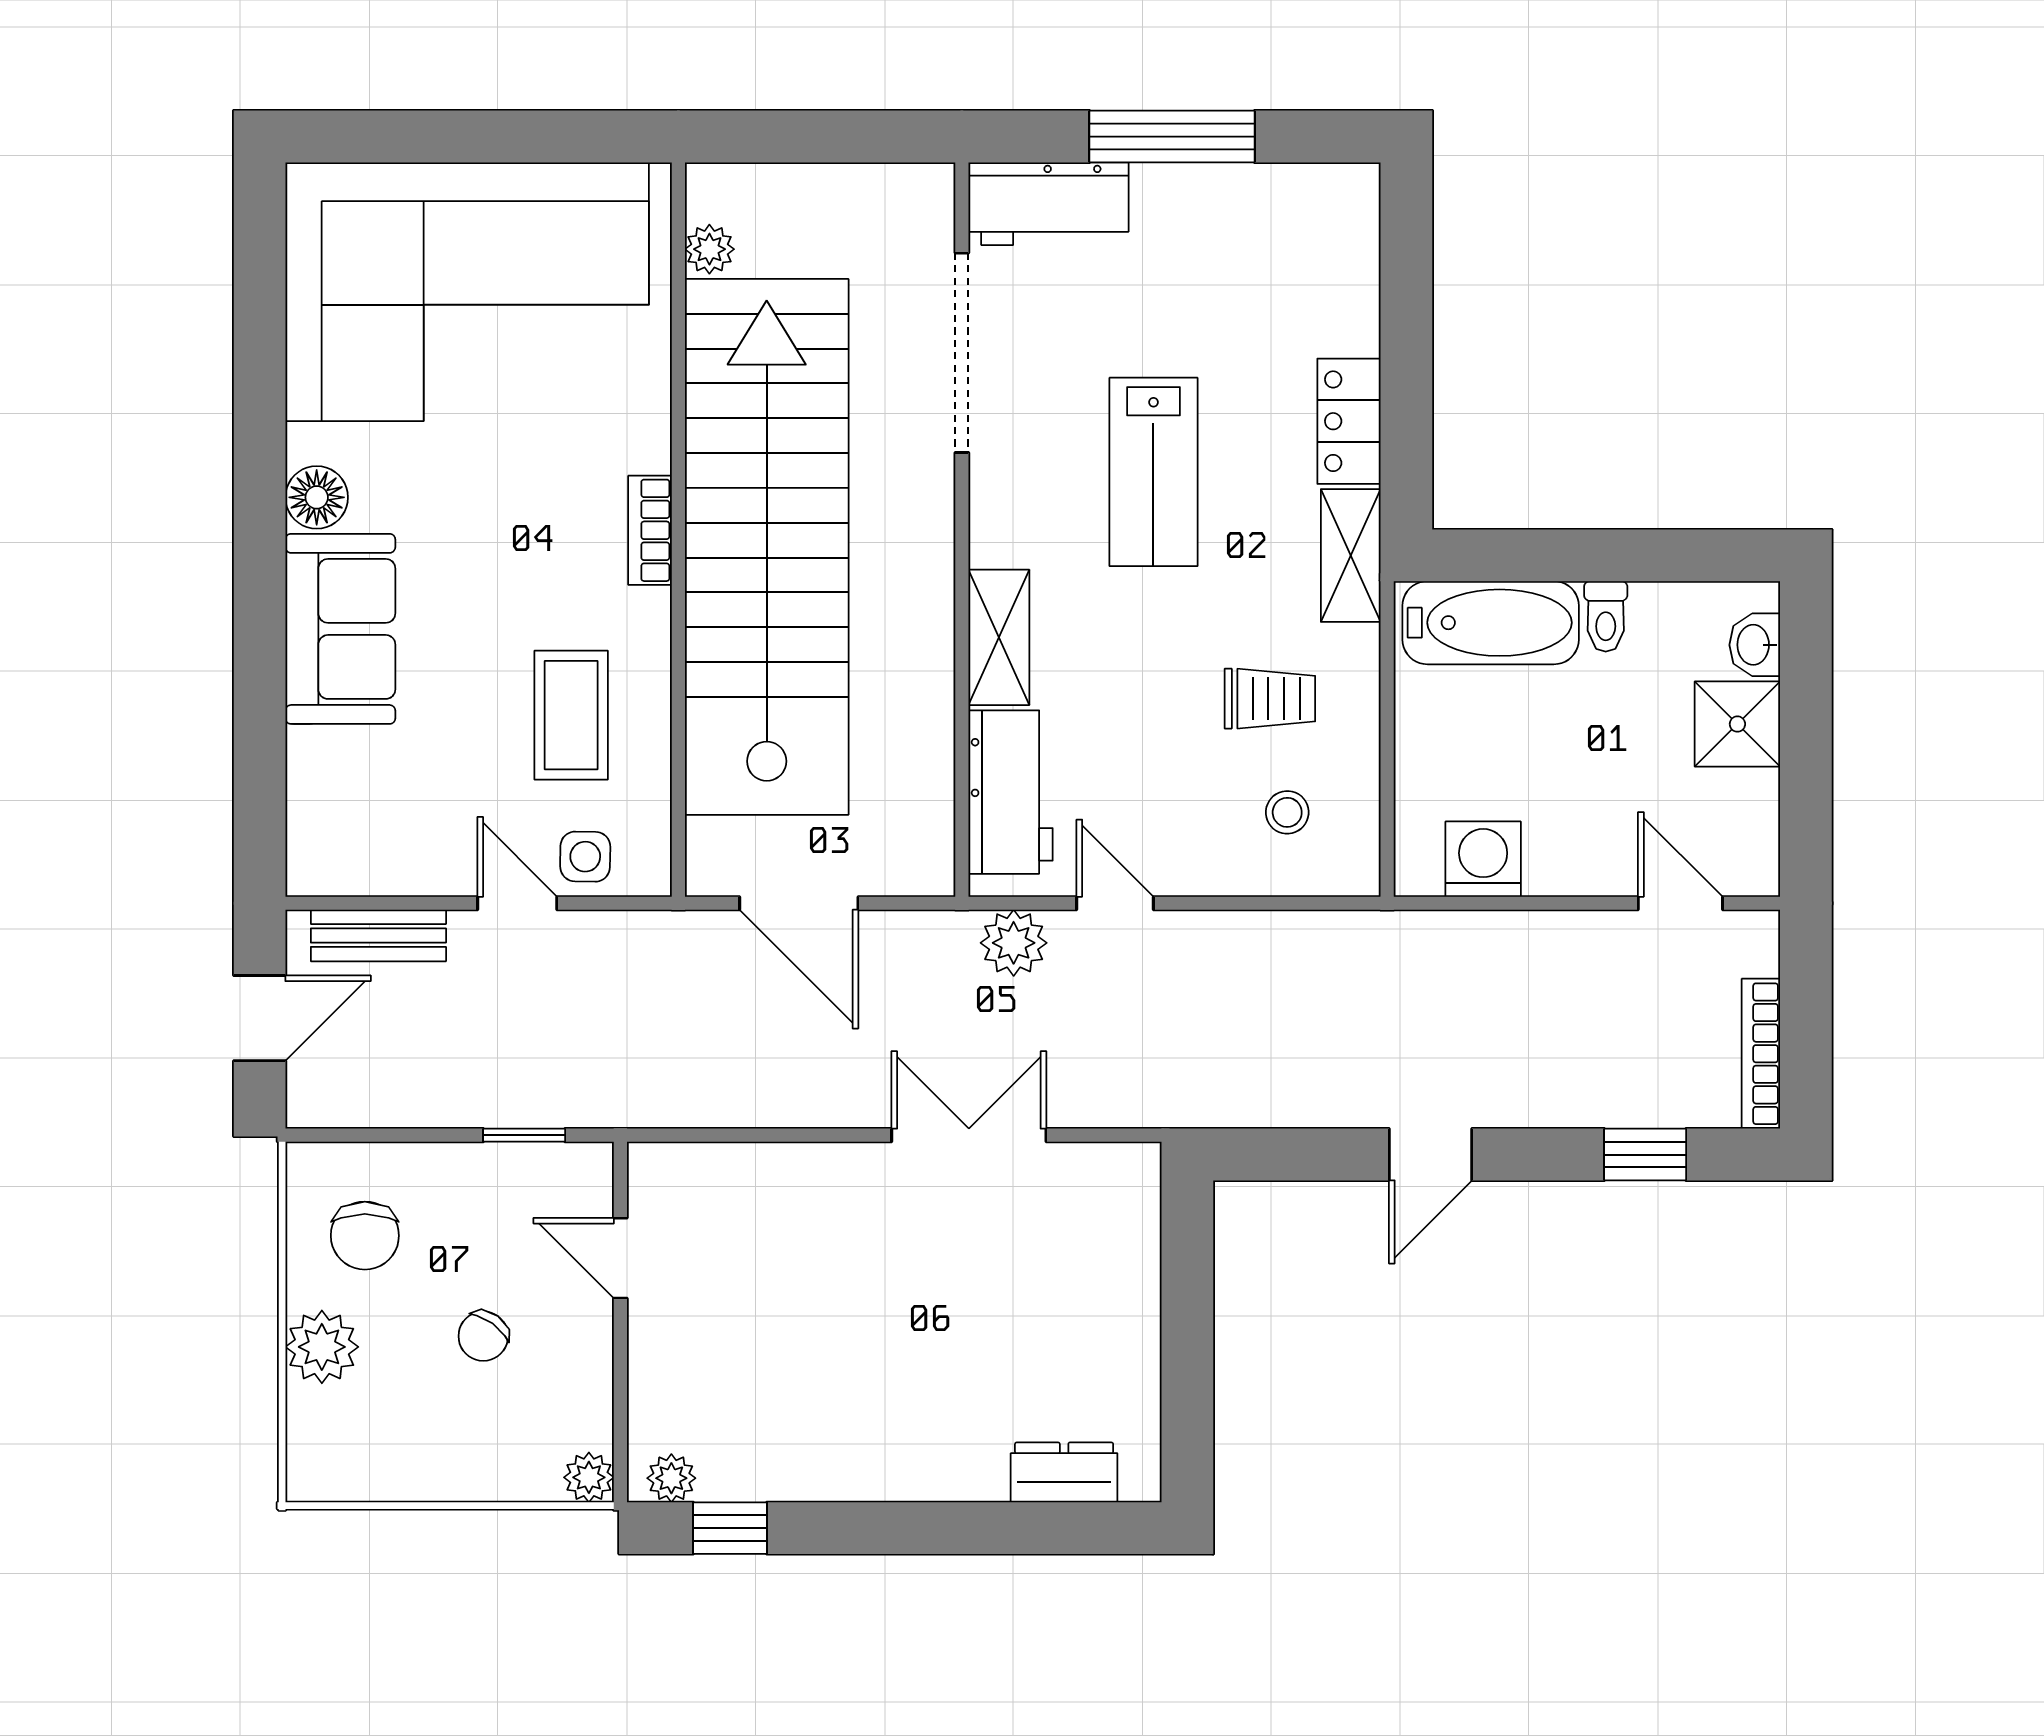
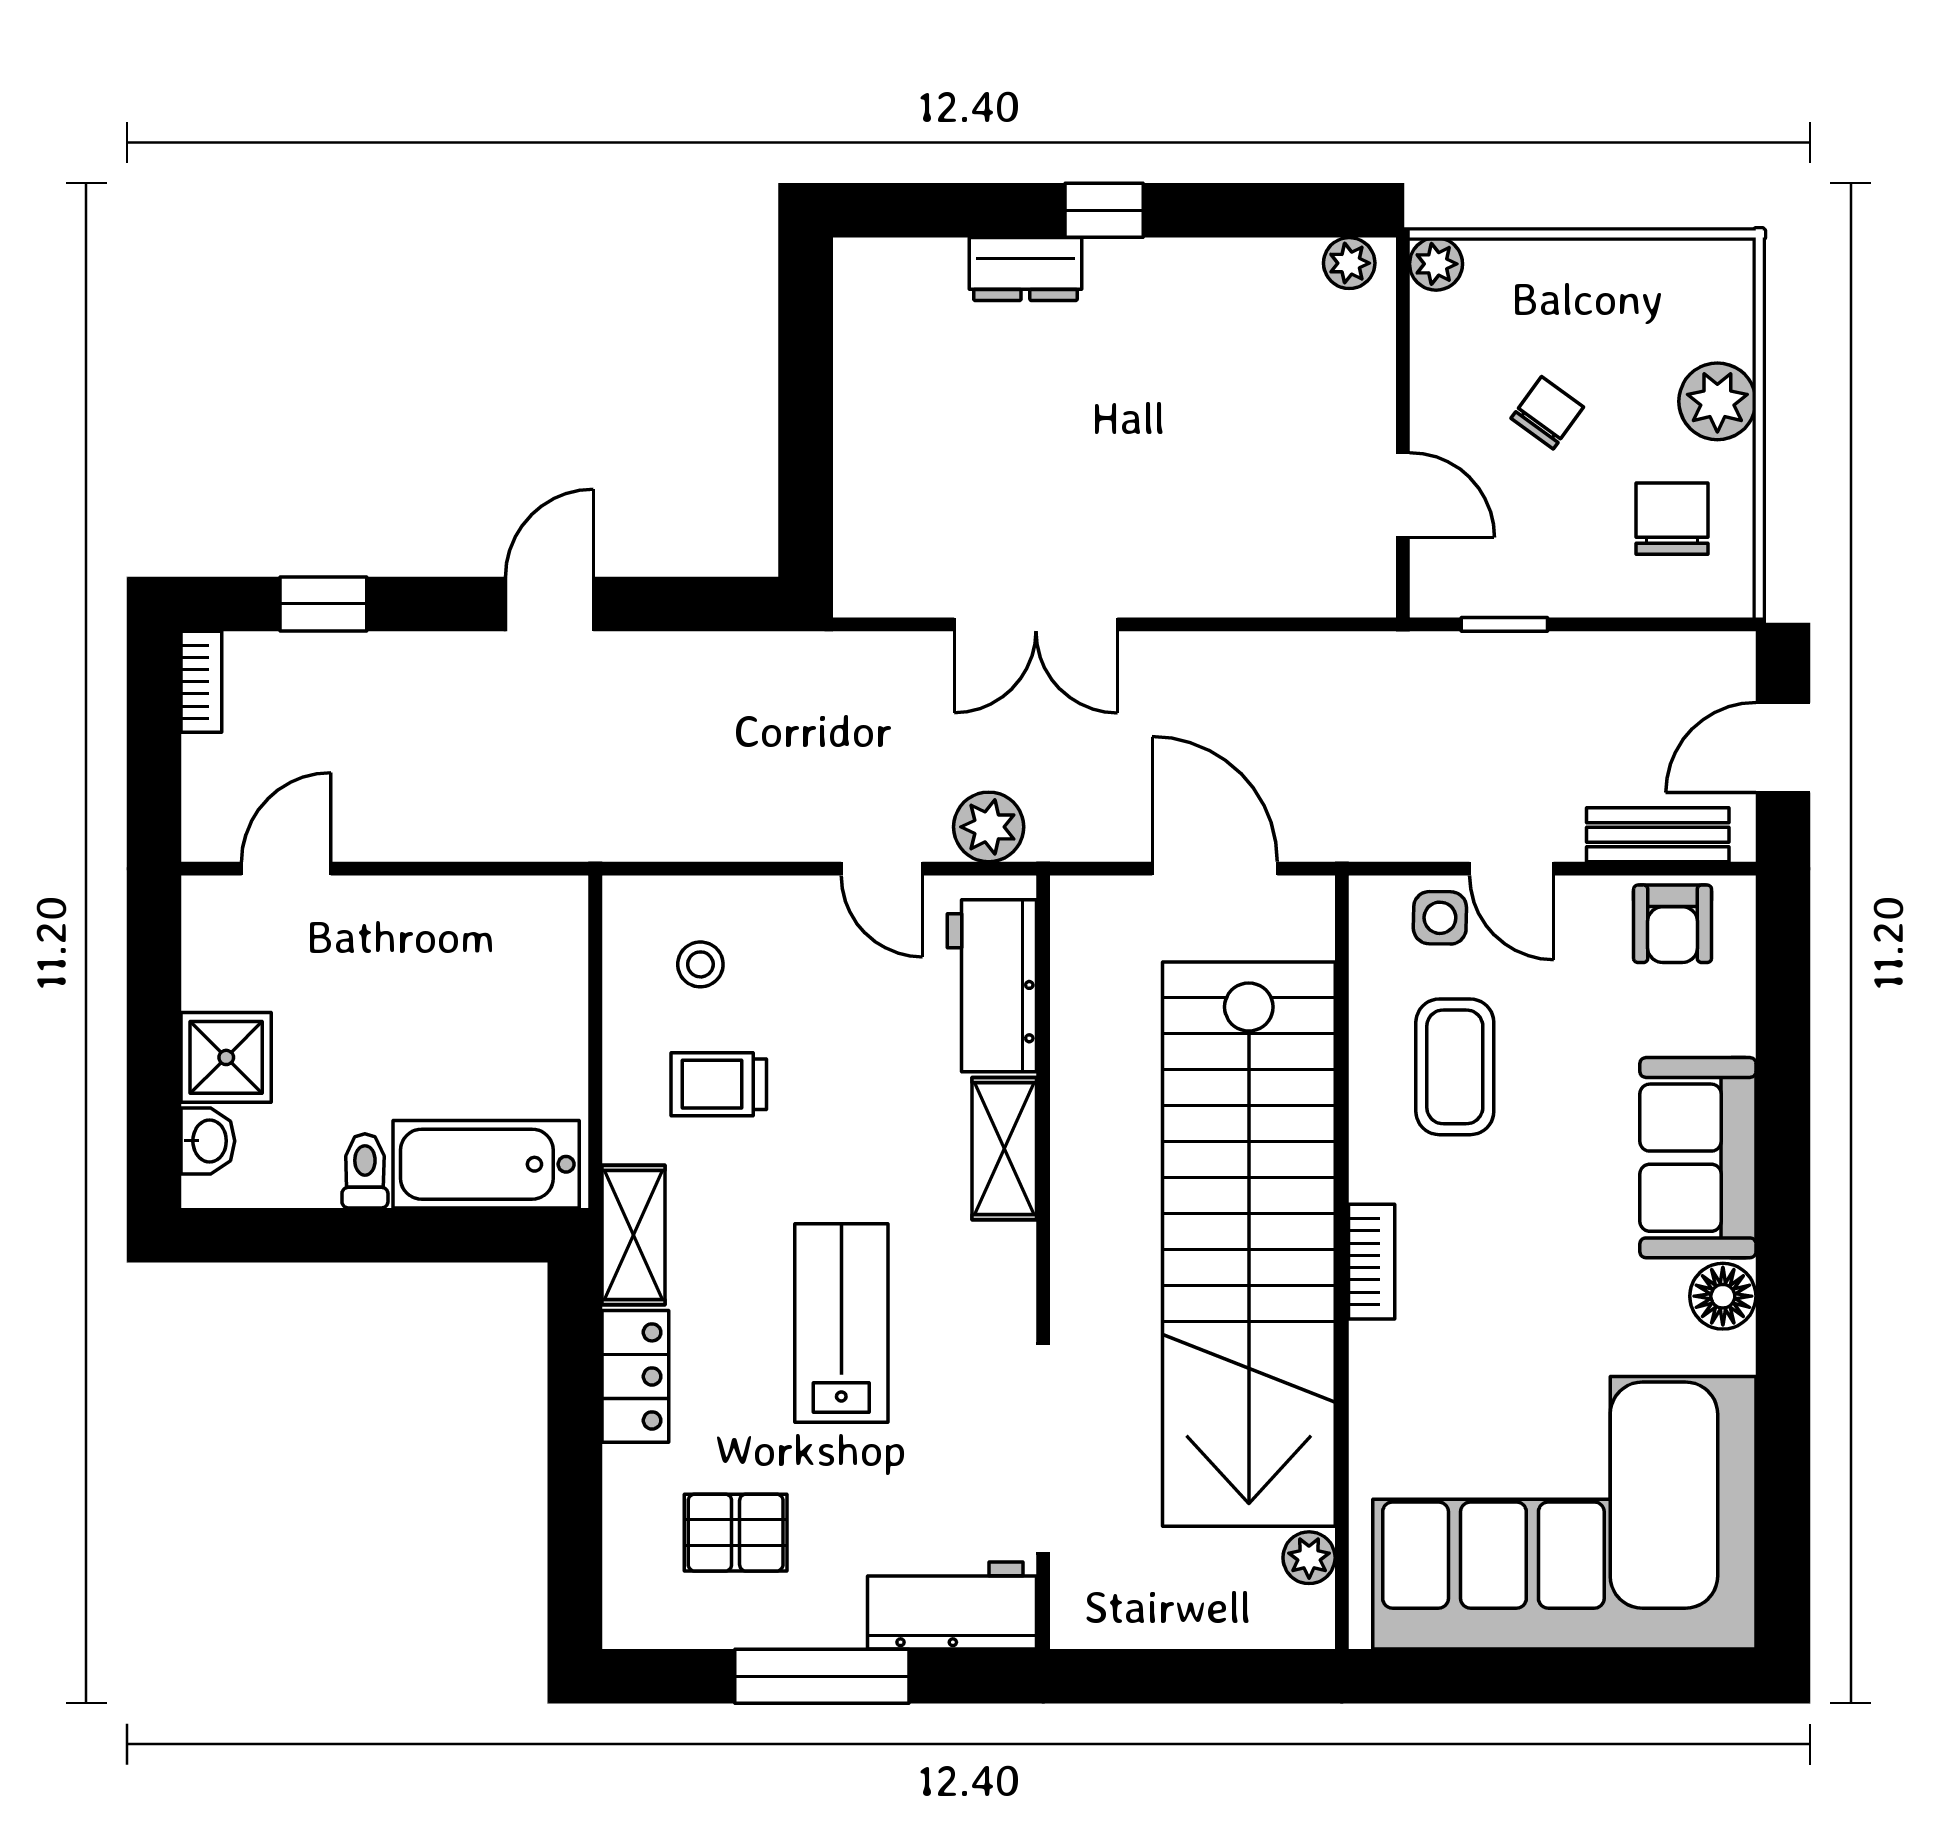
pallet: (1254, 273) -> (736, 1533), added
armchair: (364, 851) -> (1673, 924), added
washing machine: (1483, 859) -> (494, 915), removed
door: (1680, 903) -> (286, 869), swing flipped
bookcase: (1761, 1054) -> (201, 682), width x0.64
dresser: (1064, 1472) -> (1025, 269), moved
window: (730, 1528) -> (1104, 210), moved

